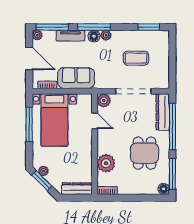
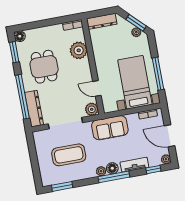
window: (52, 27) -> (153, 170), width x0.46
coffee table: (136, 58) -> (69, 155), width x1.36, depth x1.32
sofa: (76, 78) -> (110, 128), moved
window: (172, 174) -> (14, 52), width x0.69

